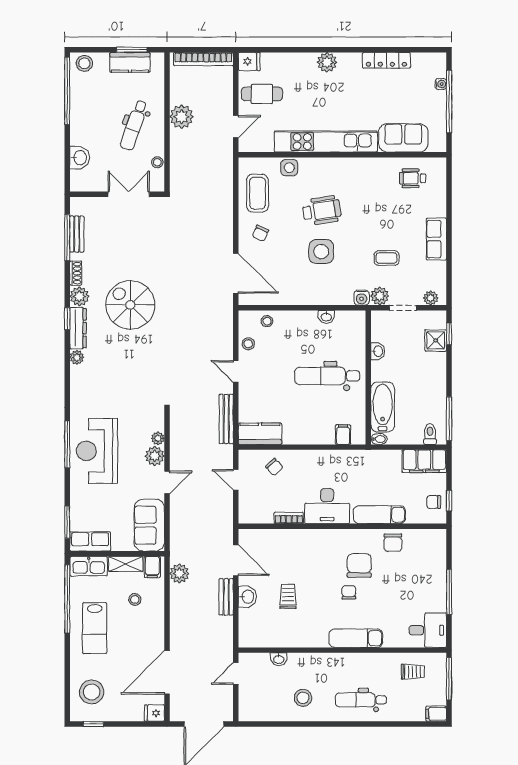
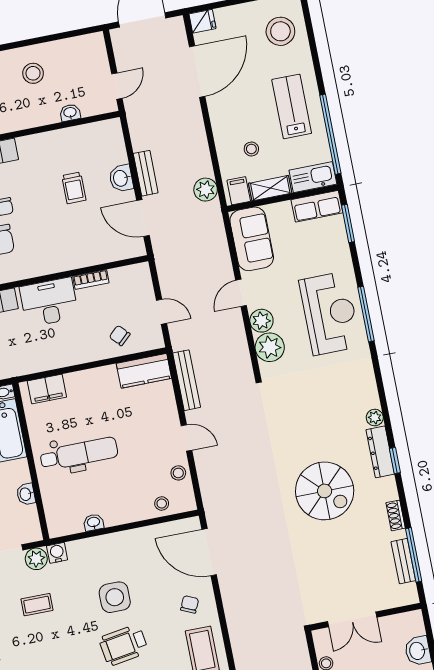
plant: (79, 296) -> (386, 489), removed
filing cabinet: (343, 435) -> (47, 389), width x2.00
plant: (158, 438) -> (270, 347), width x1.88, depth x1.88

